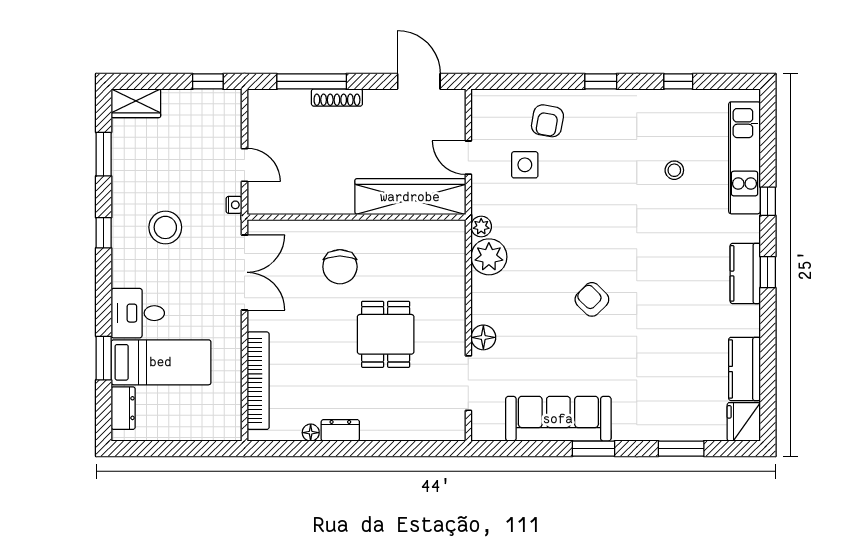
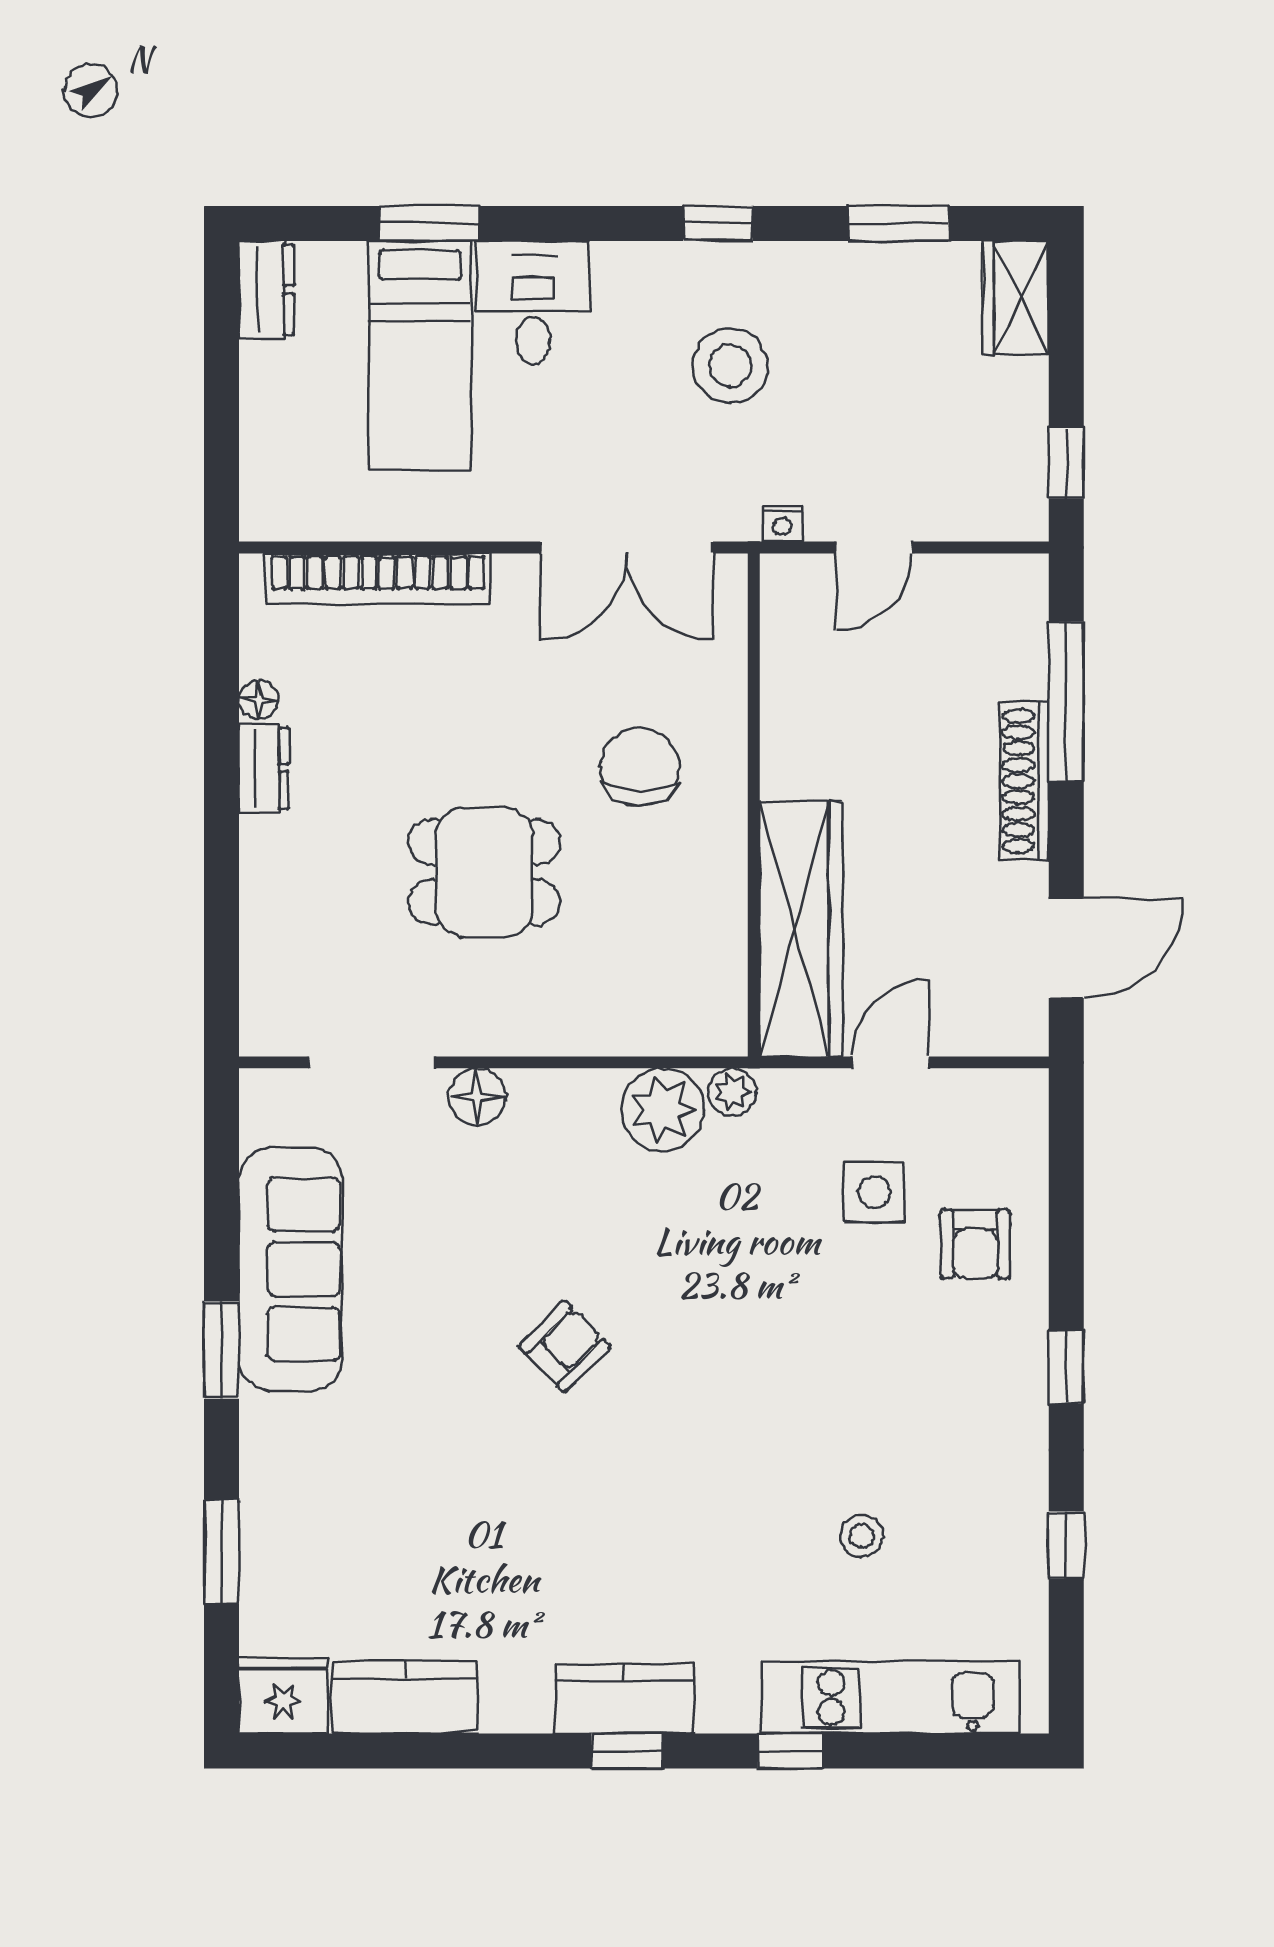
shoe rack: (337, 98) -> (1024, 781), width x1.36, depth x1.24
armchair: (547, 121) -> (975, 1244), turned -100
chair: (340, 267) -> (640, 767), turned 90
dresser: (123, 408) -> (266, 290), moved, turned -90

